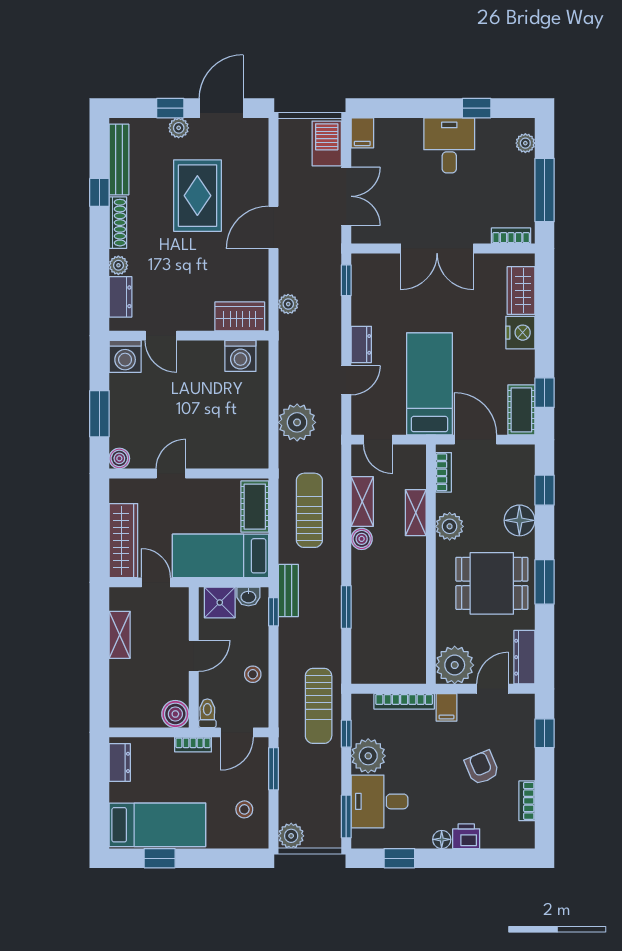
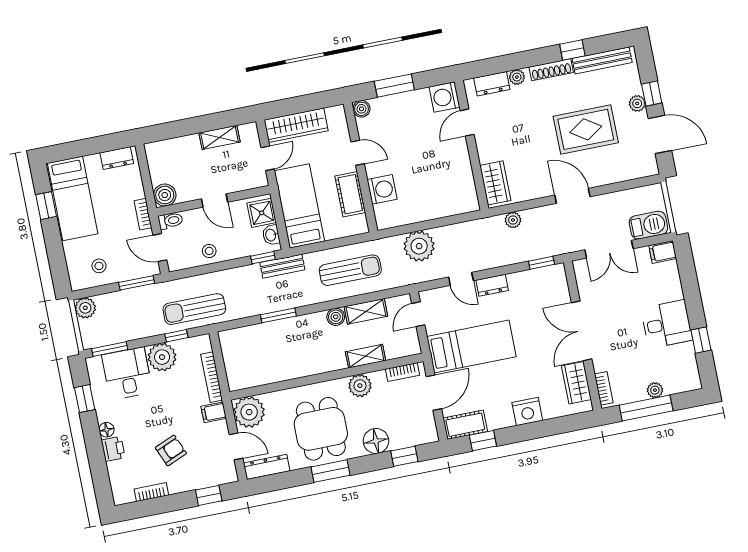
plant: (525, 143) -> (655, 390), moved
wardrobe: (521, 291) -> (576, 383), moved, turned -90
washing machine: (240, 356) -> (382, 189), moved, turned 180
cot: (255, 507) -> (350, 194), moved, turned 90

